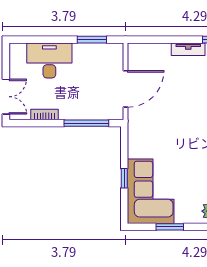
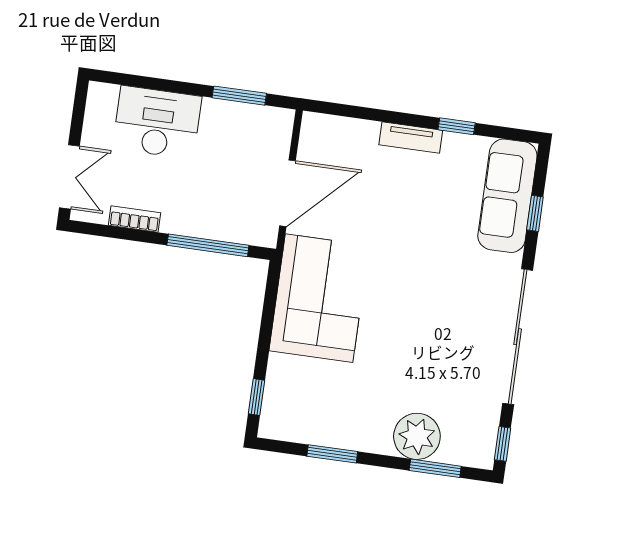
window: (124, 178) -> (257, 397), moved
corner sofa: (151, 191) -> (319, 298), moved

